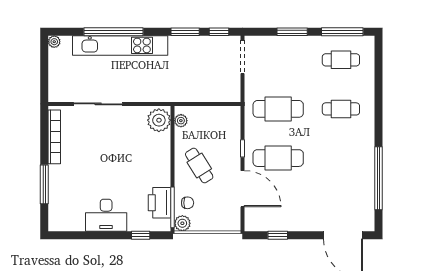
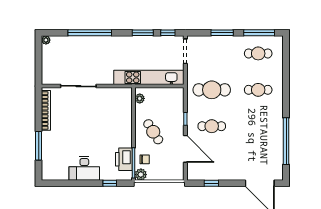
kitchen unit: (120, 45) -> (149, 77), moved, turned 180
plant: (159, 120) -> (123, 98), removed
cafe table: (278, 158) -> (212, 126), width x0.73, depth x0.74

